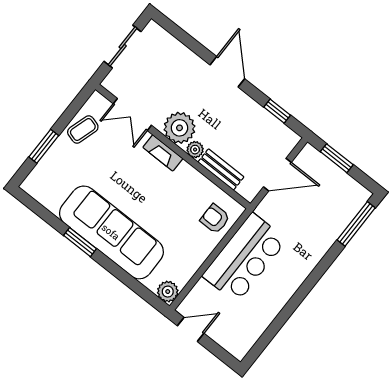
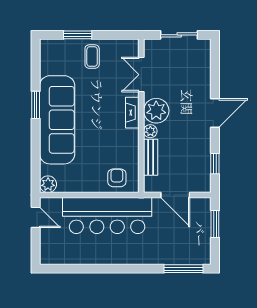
coffee table: (83, 130) -> (92, 57), moved, turned 73
bar counter: (245, 258) -> (107, 216), width x1.36

